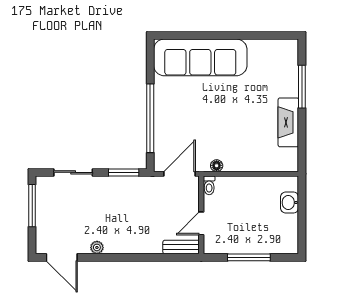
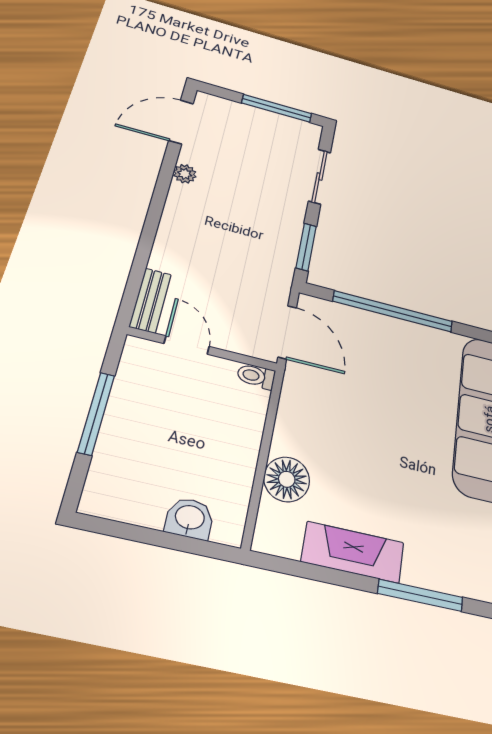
floor lamp: (217, 166) -> (287, 479), moved, width x1.89, depth x1.89

